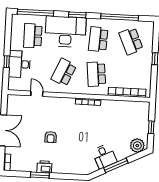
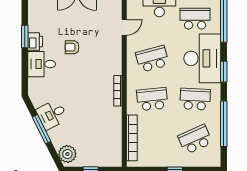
school desk: (64, 72) -> (152, 59), turned -39
desk: (63, 163) -> (42, 64), added

